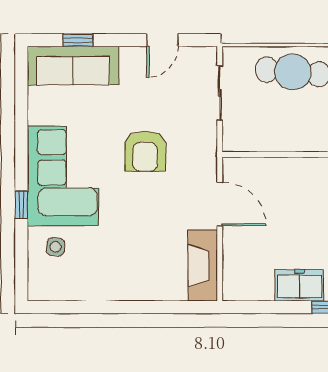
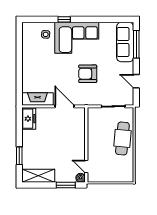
window: (78, 40) -> (136, 44), width x2.17
door: (220, 204) -> (64, 106), swing flipped
freezer: (299, 285) -> (29, 119), moved

